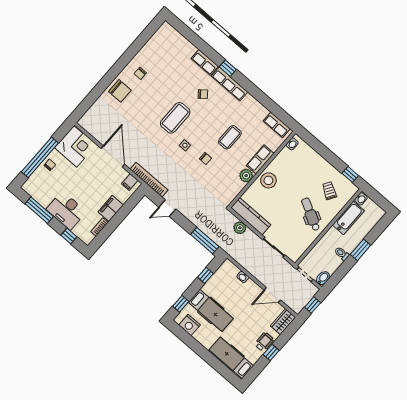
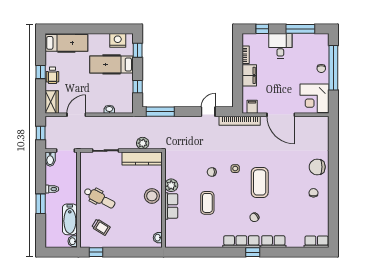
row of seats: (277, 125) -> (317, 242), moved
desk: (66, 211) -> (280, 46), width x0.73

